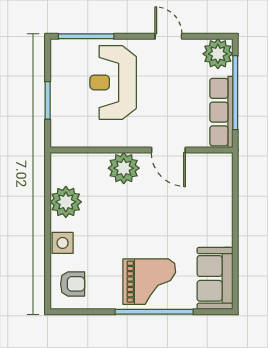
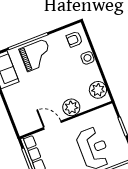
plant: (66, 202) -> (98, 90), moved
grand piano: (149, 282) -> (36, 55), turned 180

